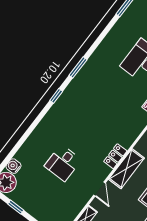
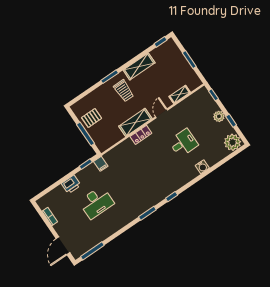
water cooler: (13, 166) -> (202, 167), moved
plant: (32, 207) -> (219, 116), added

